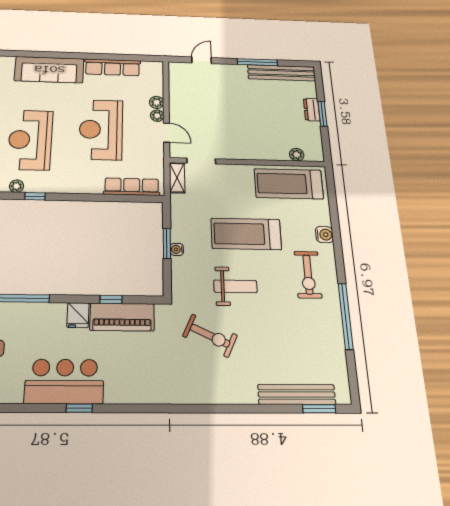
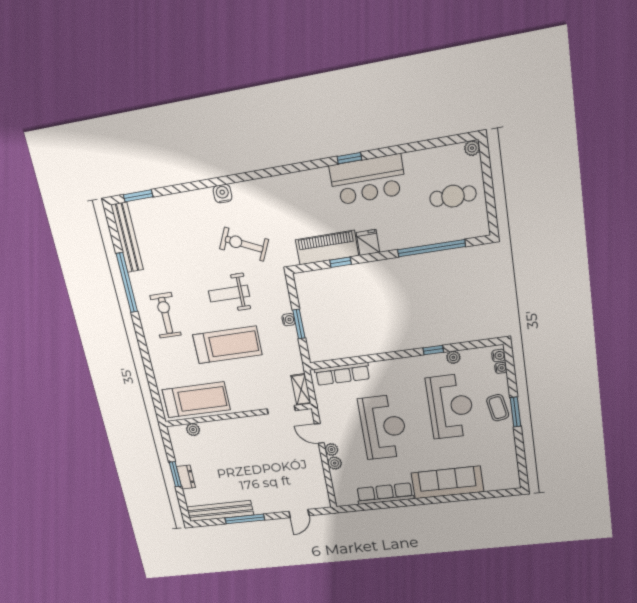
water cooler: (324, 235) -> (223, 194), moved, turned 90
bench: (297, 394) -> (127, 237), moved, turned 90

